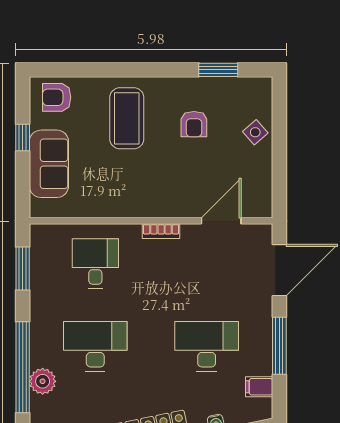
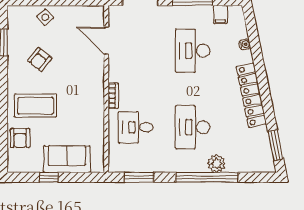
armchair: (57, 97) -> (20, 138), moved
armchair: (194, 124) -> (40, 59), turned 129
bookcase: (161, 231) -> (113, 96), moved

